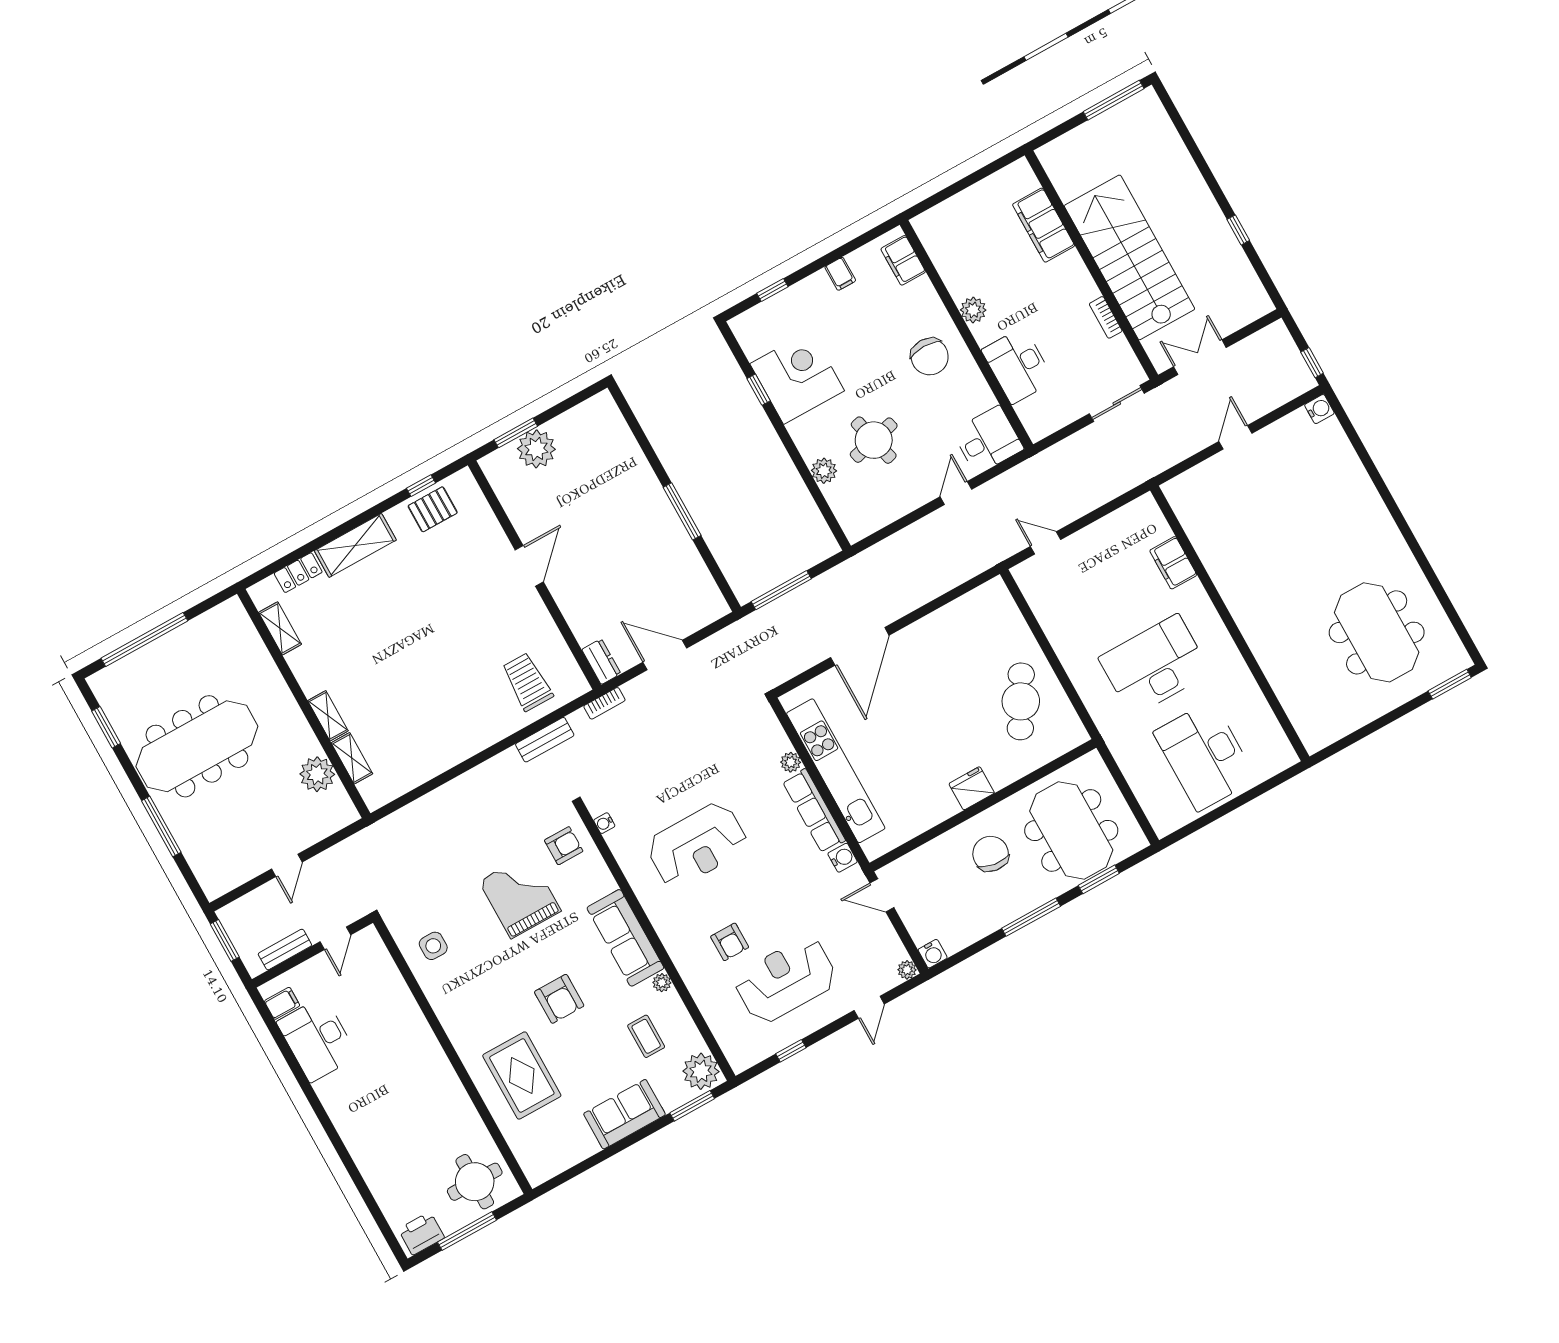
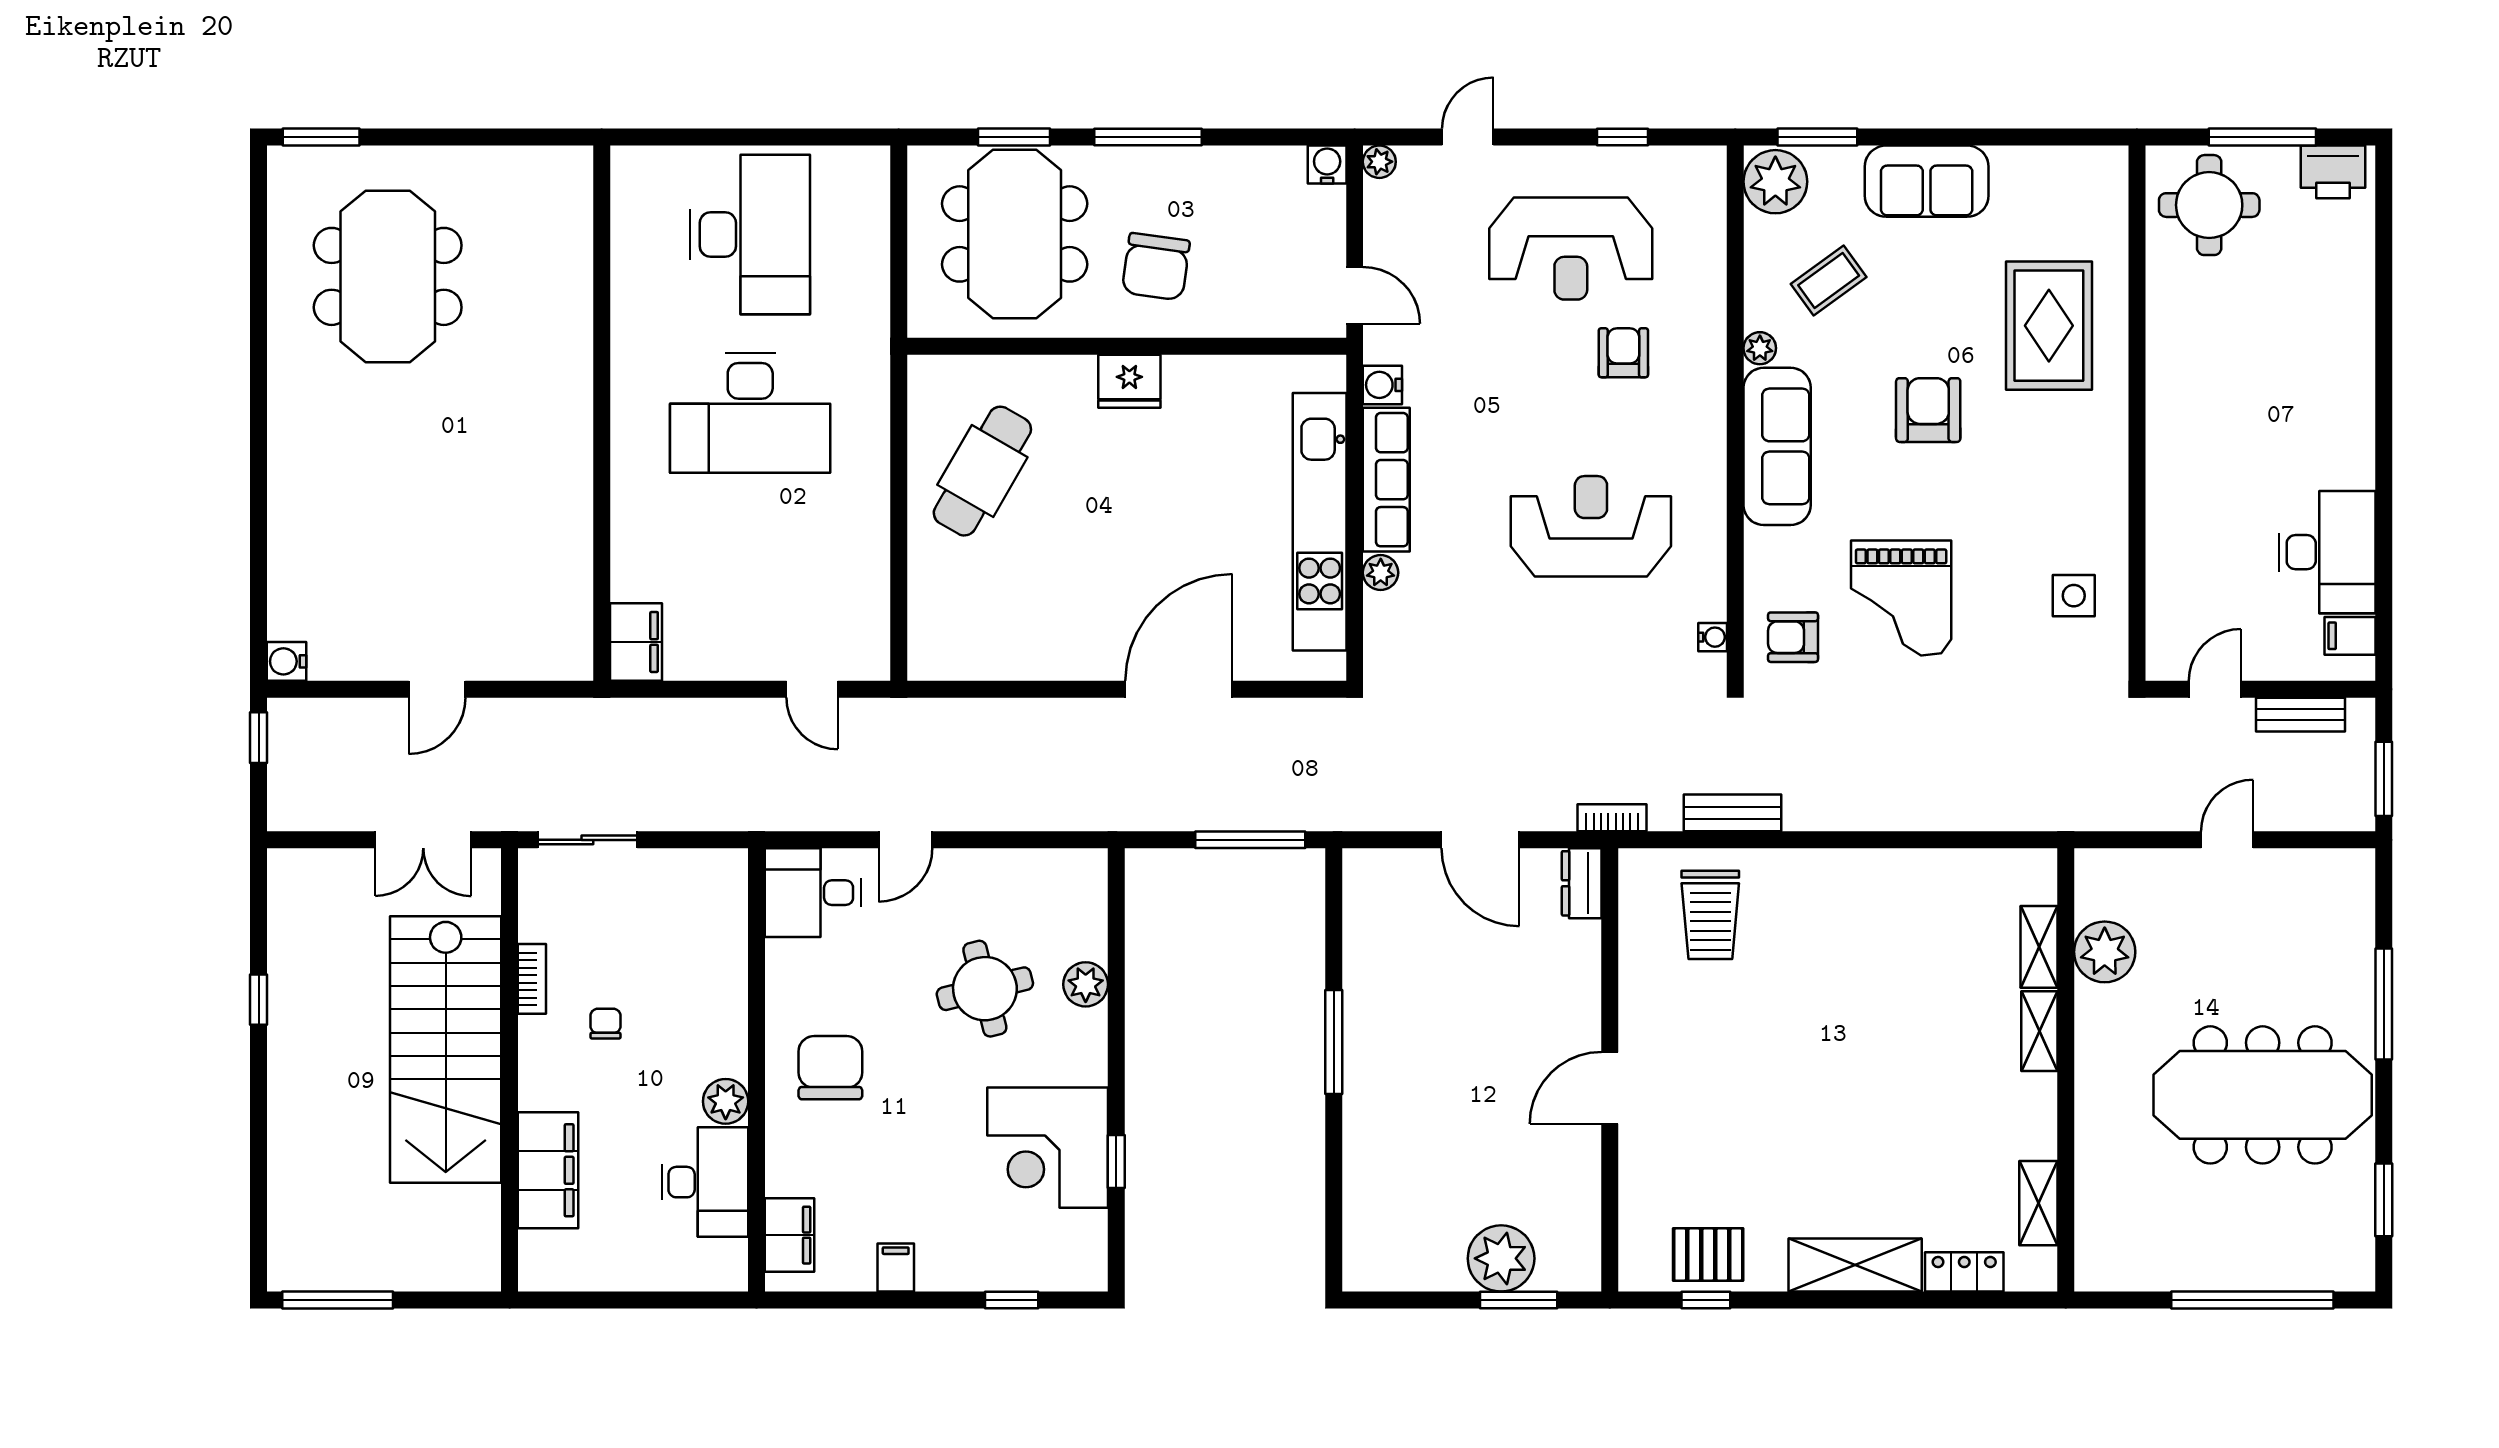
chair: (1056, 315) -> (605, 1024), added
desk: (1018, 366) -> (705, 1182), moved
filing cabinet: (1173, 563) -> (636, 642), moved
coffee table: (646, 1036) -> (1829, 280), turned 54

